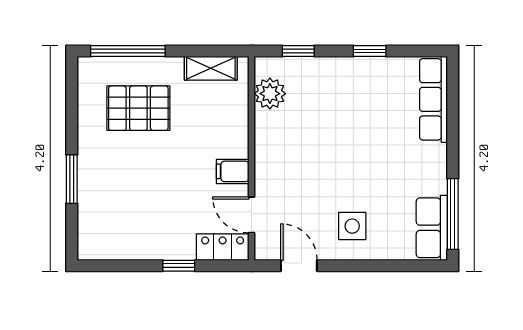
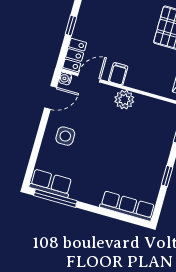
plant: (270, 94) -> (124, 100), moved
water cooler: (263, 251) -> (65, 79), added

